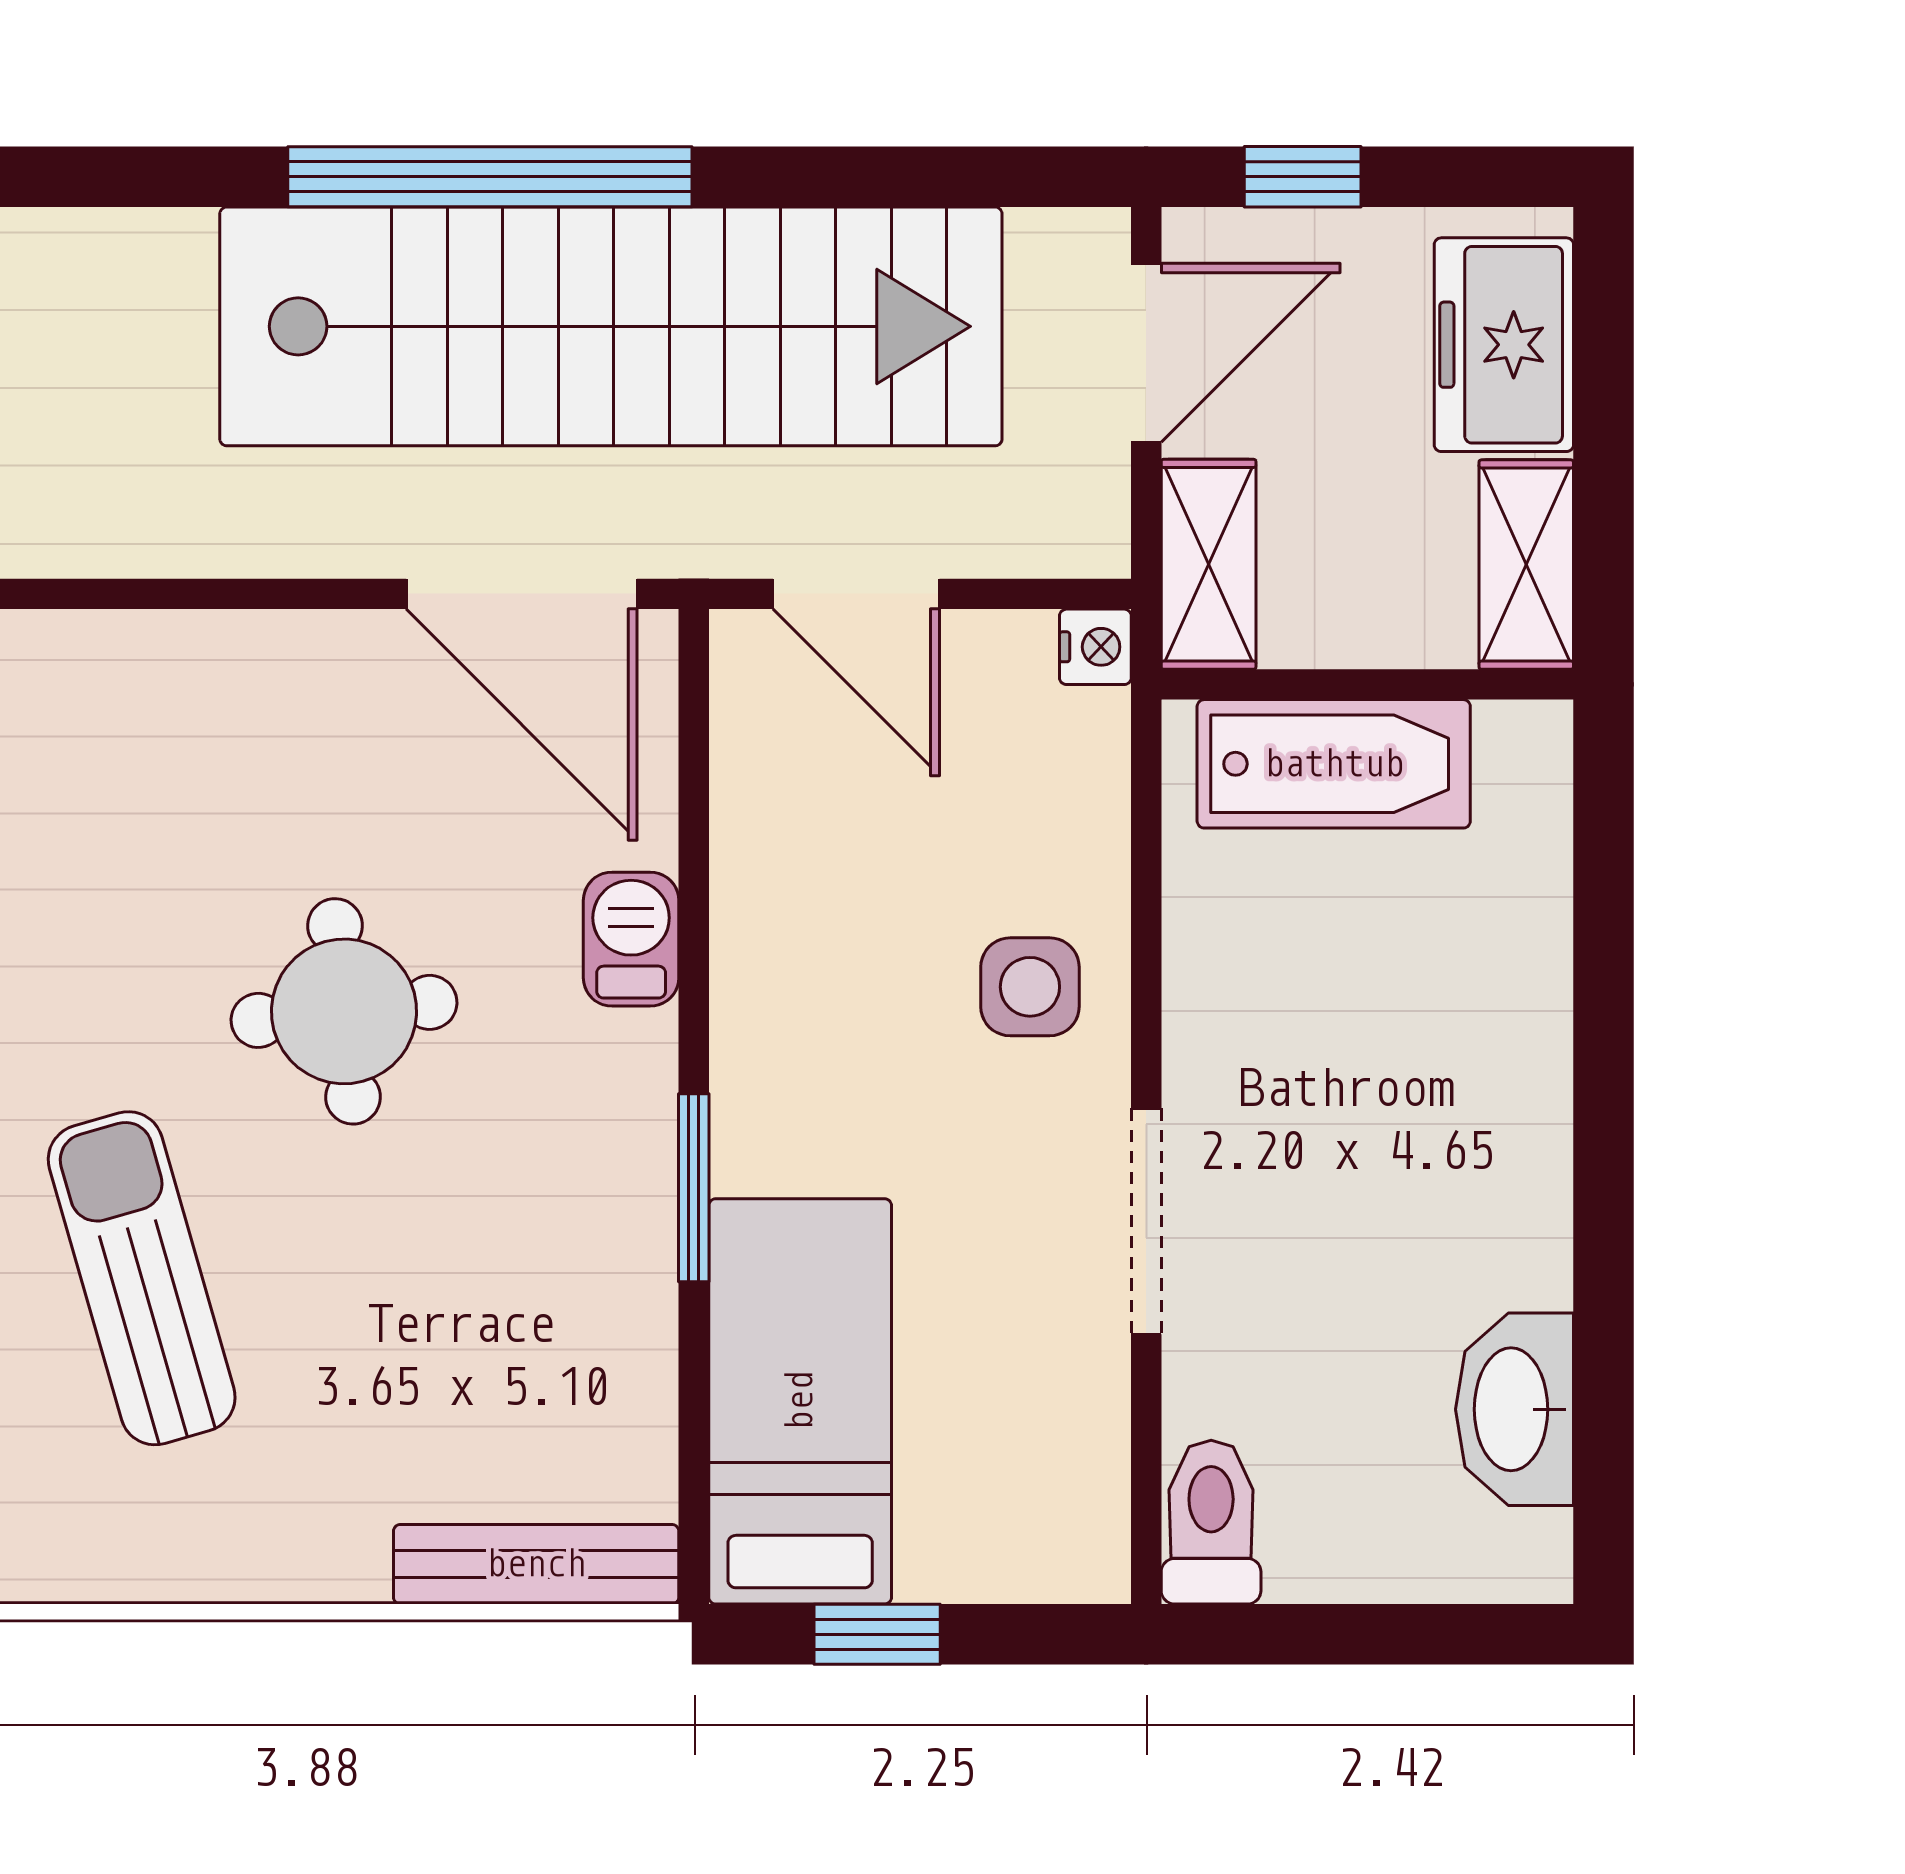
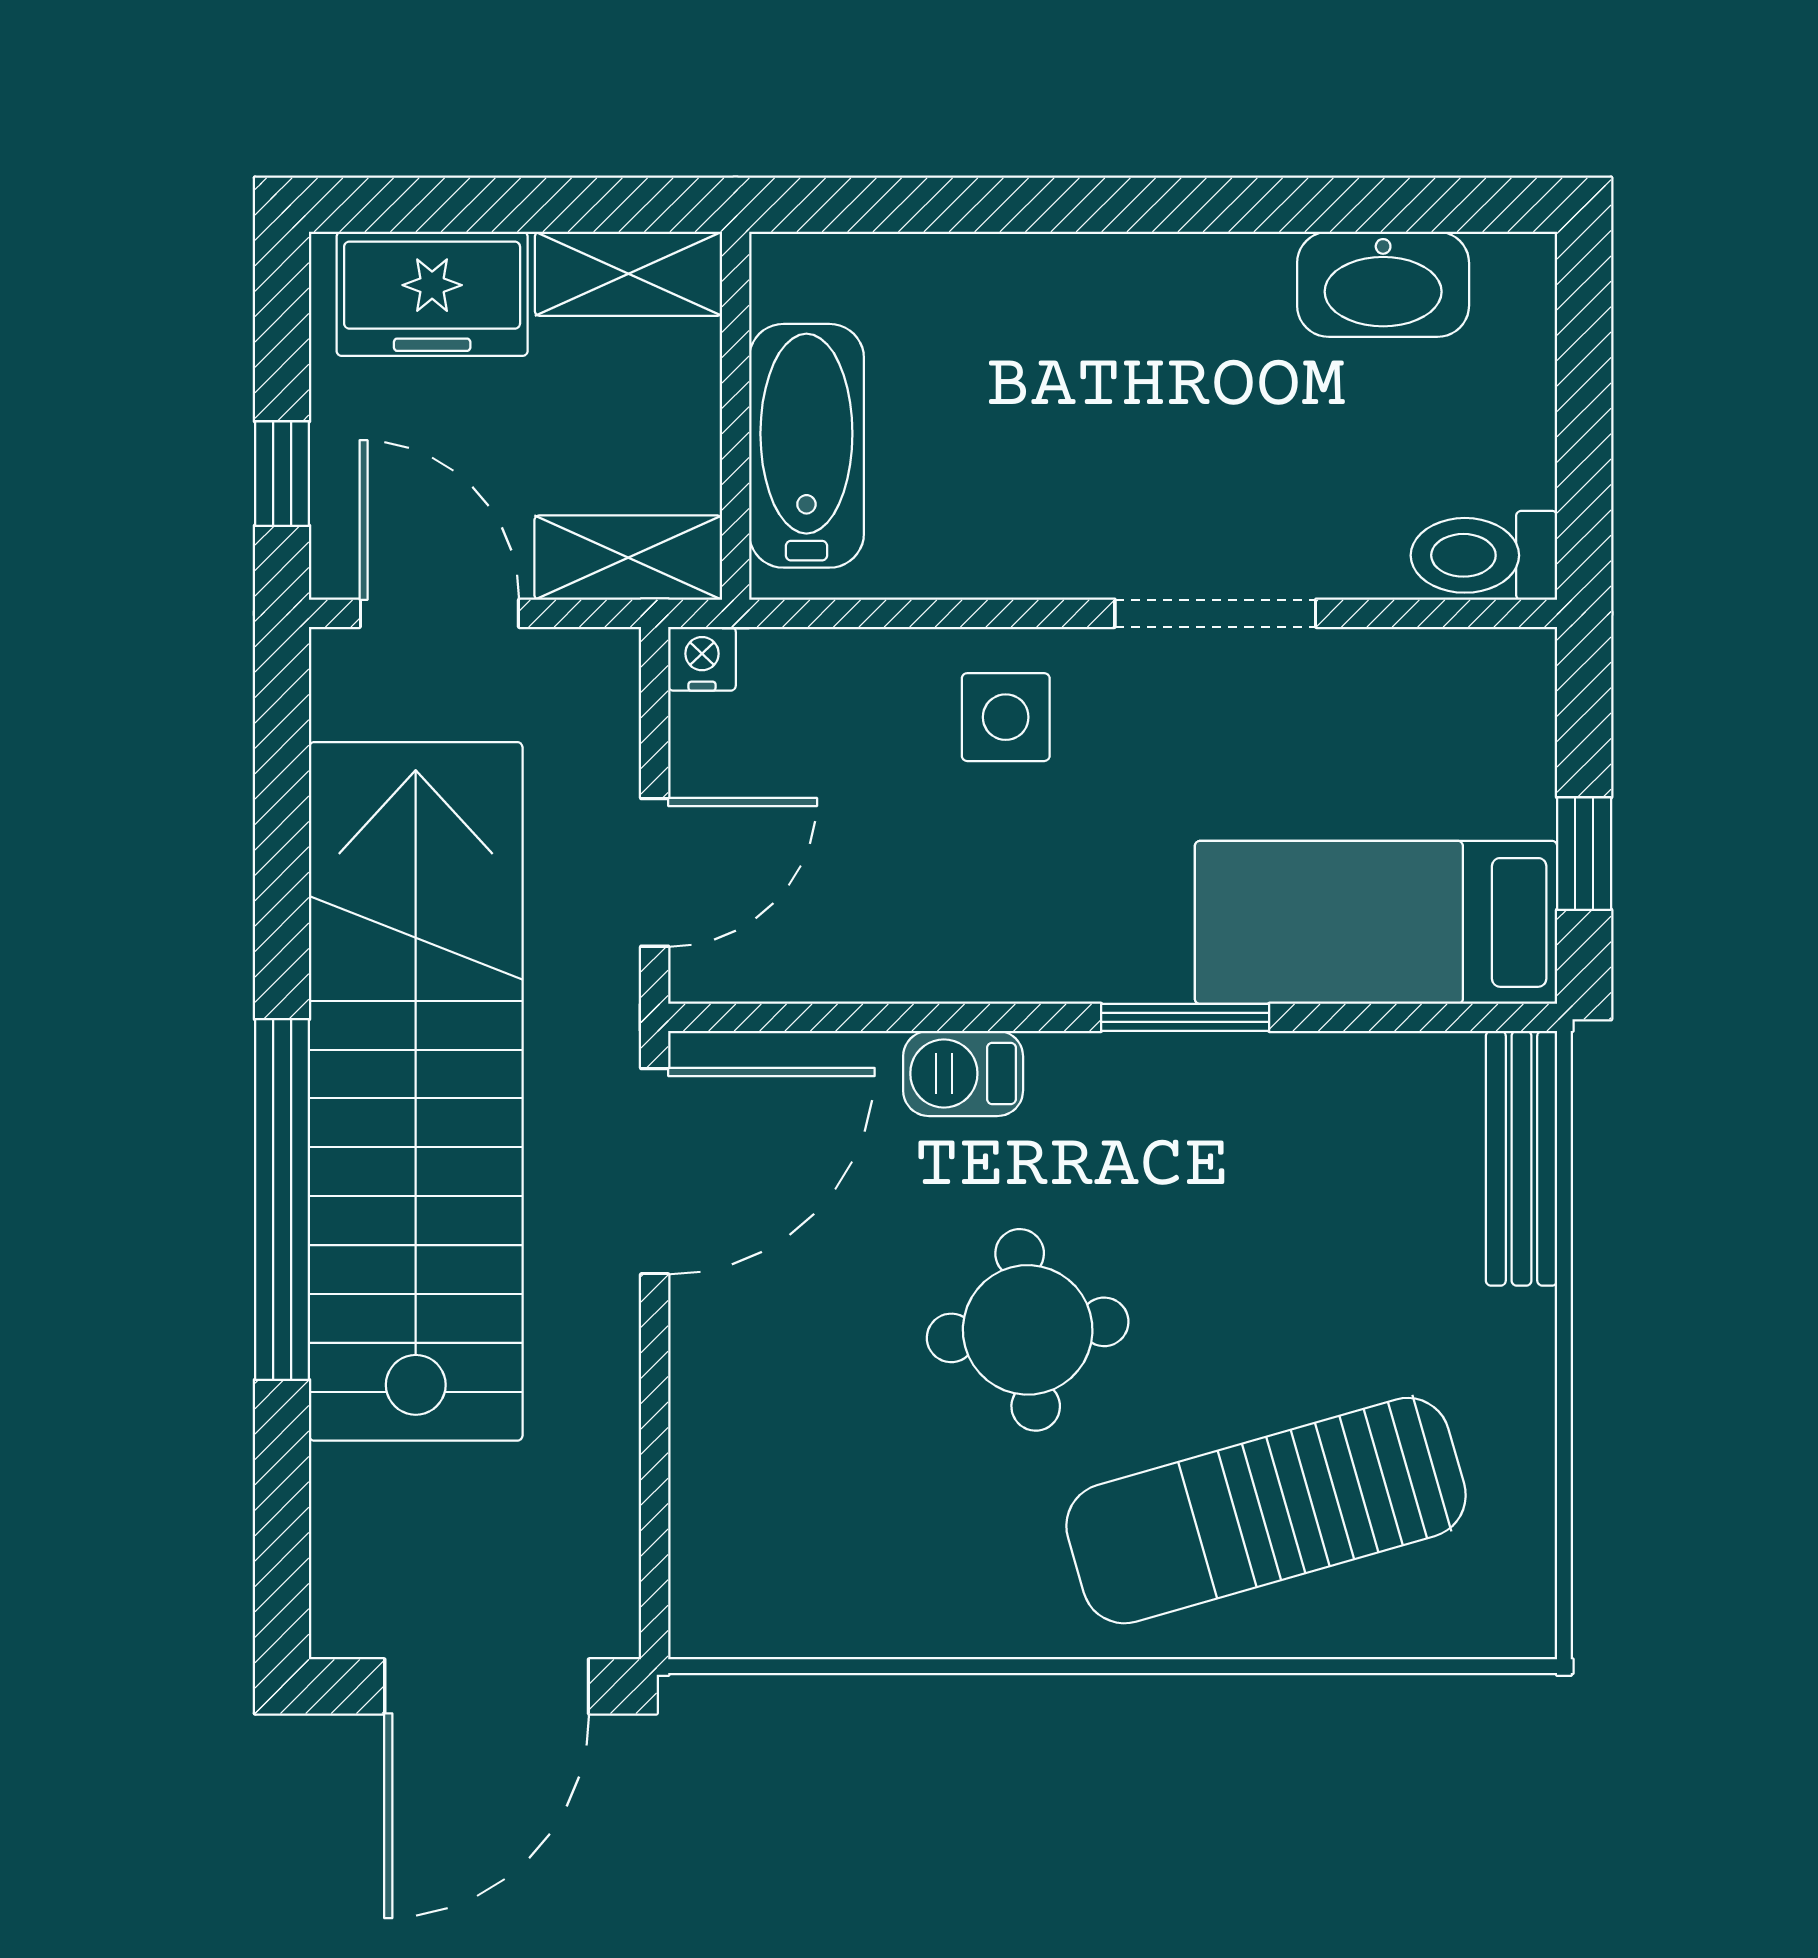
sun lounger: (142, 1278) -> (1266, 1511), width x1.36, depth x1.34

